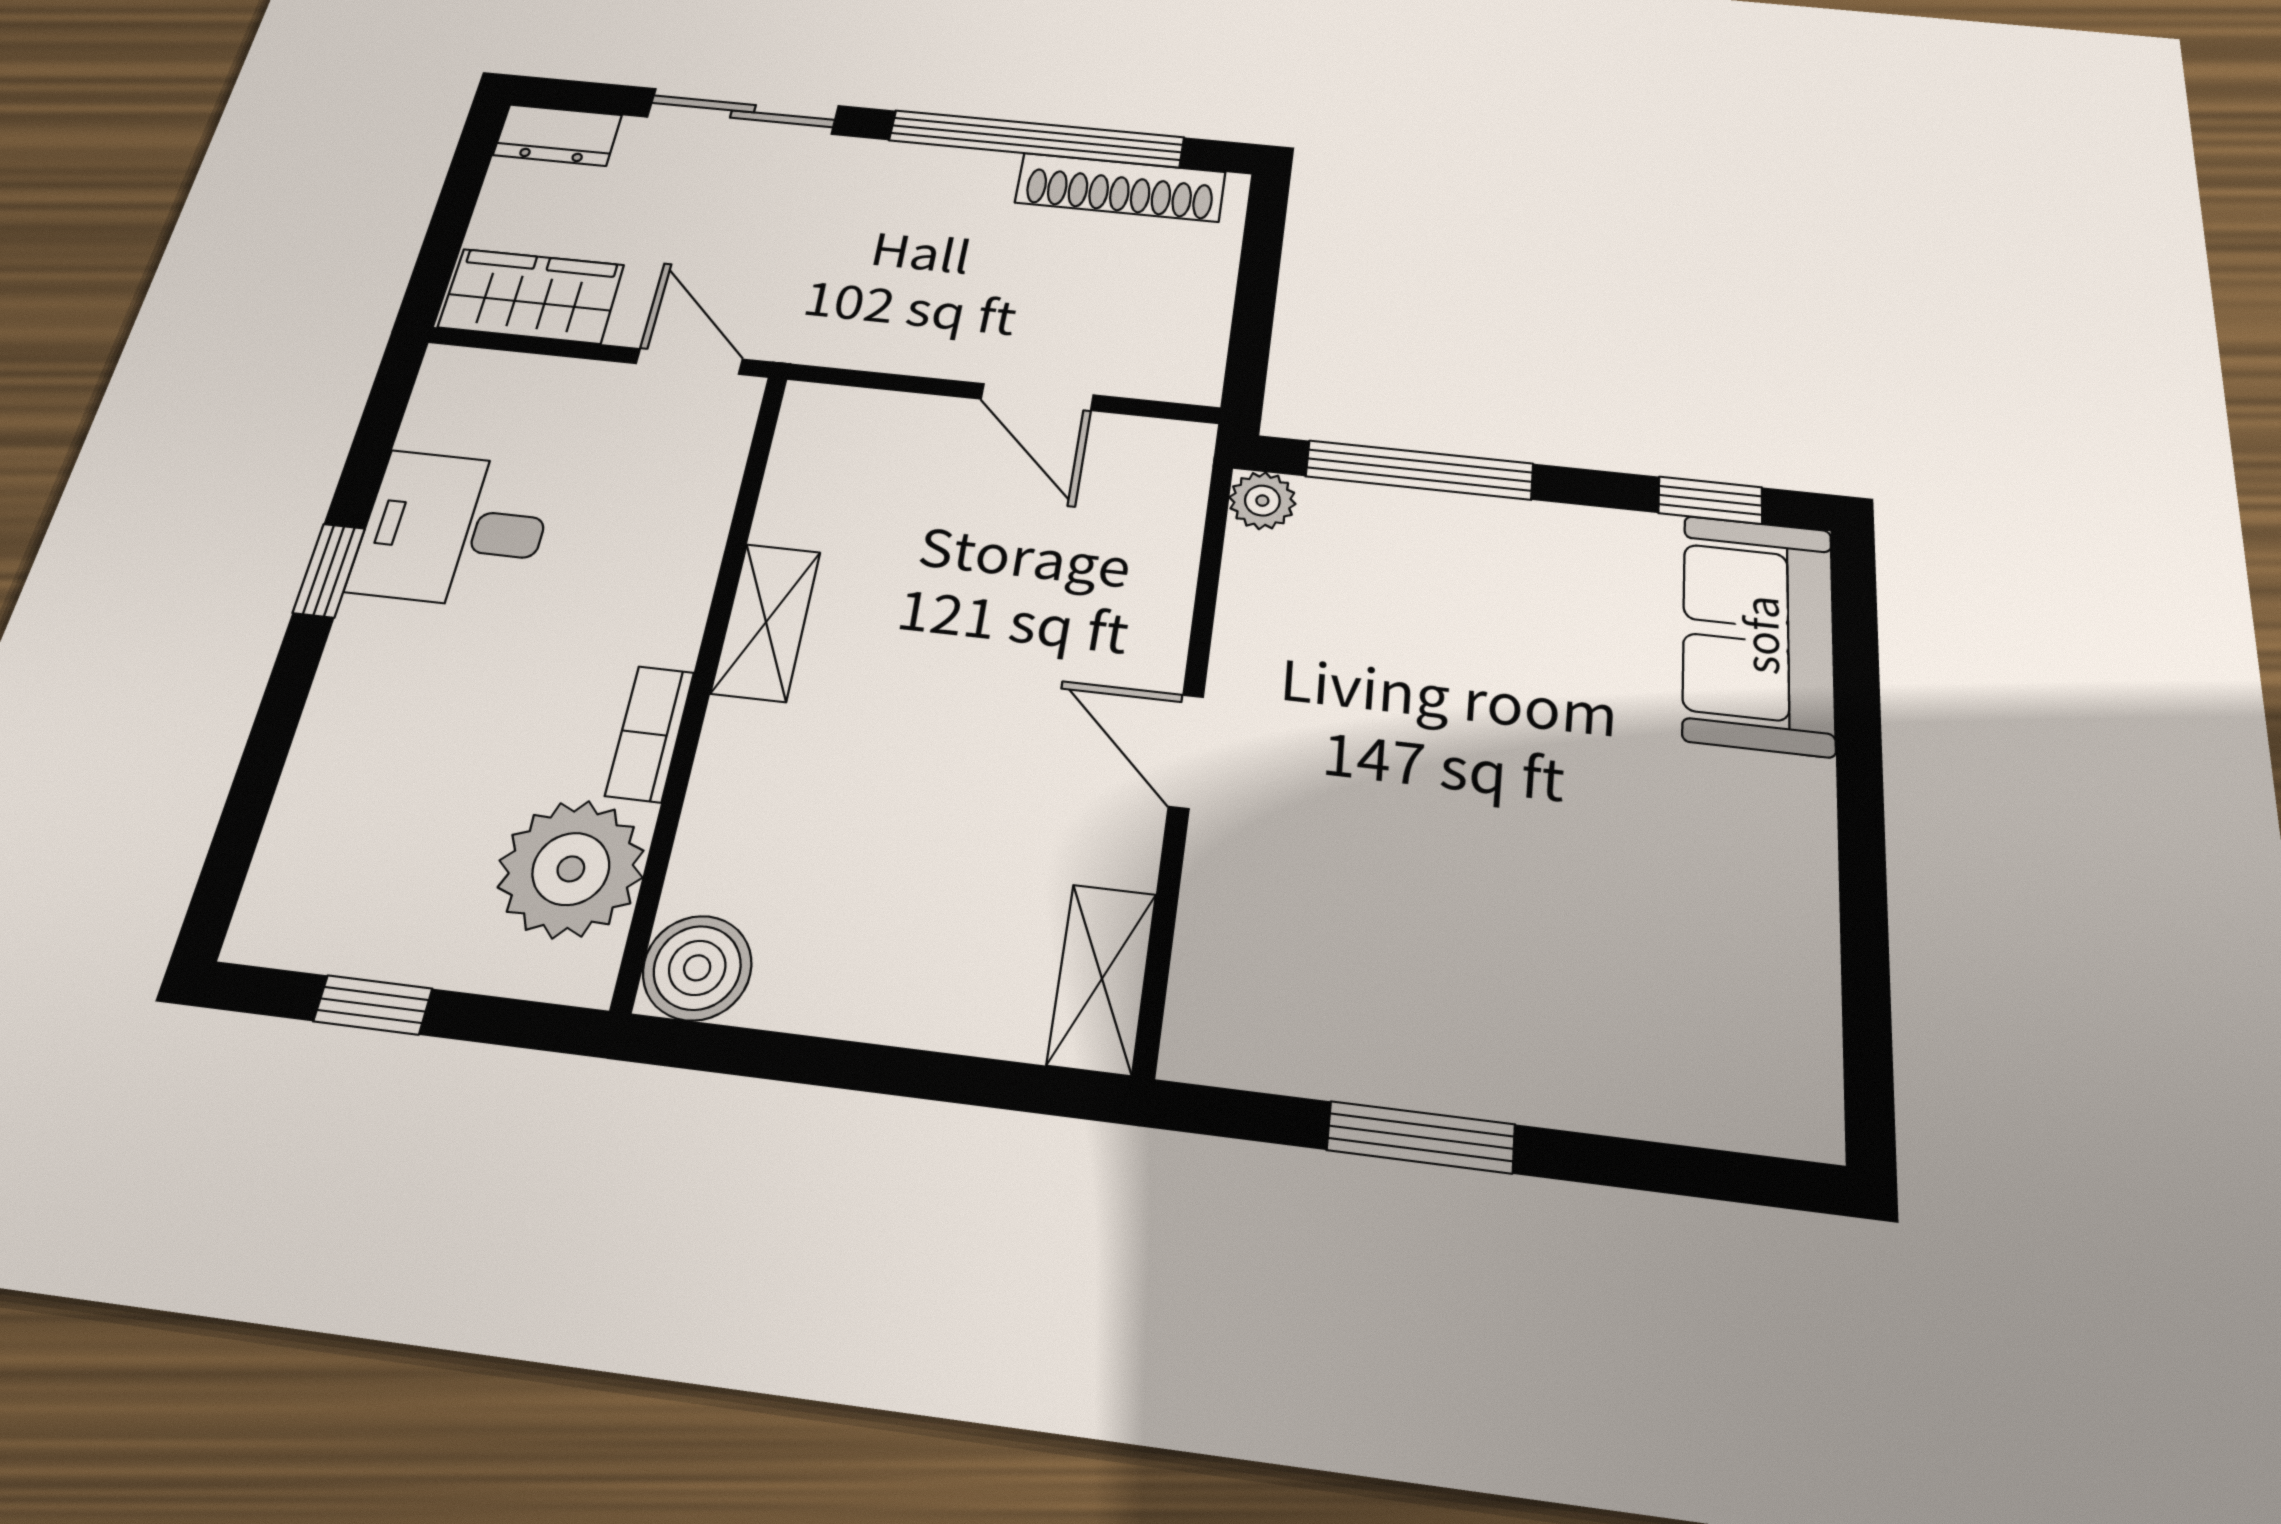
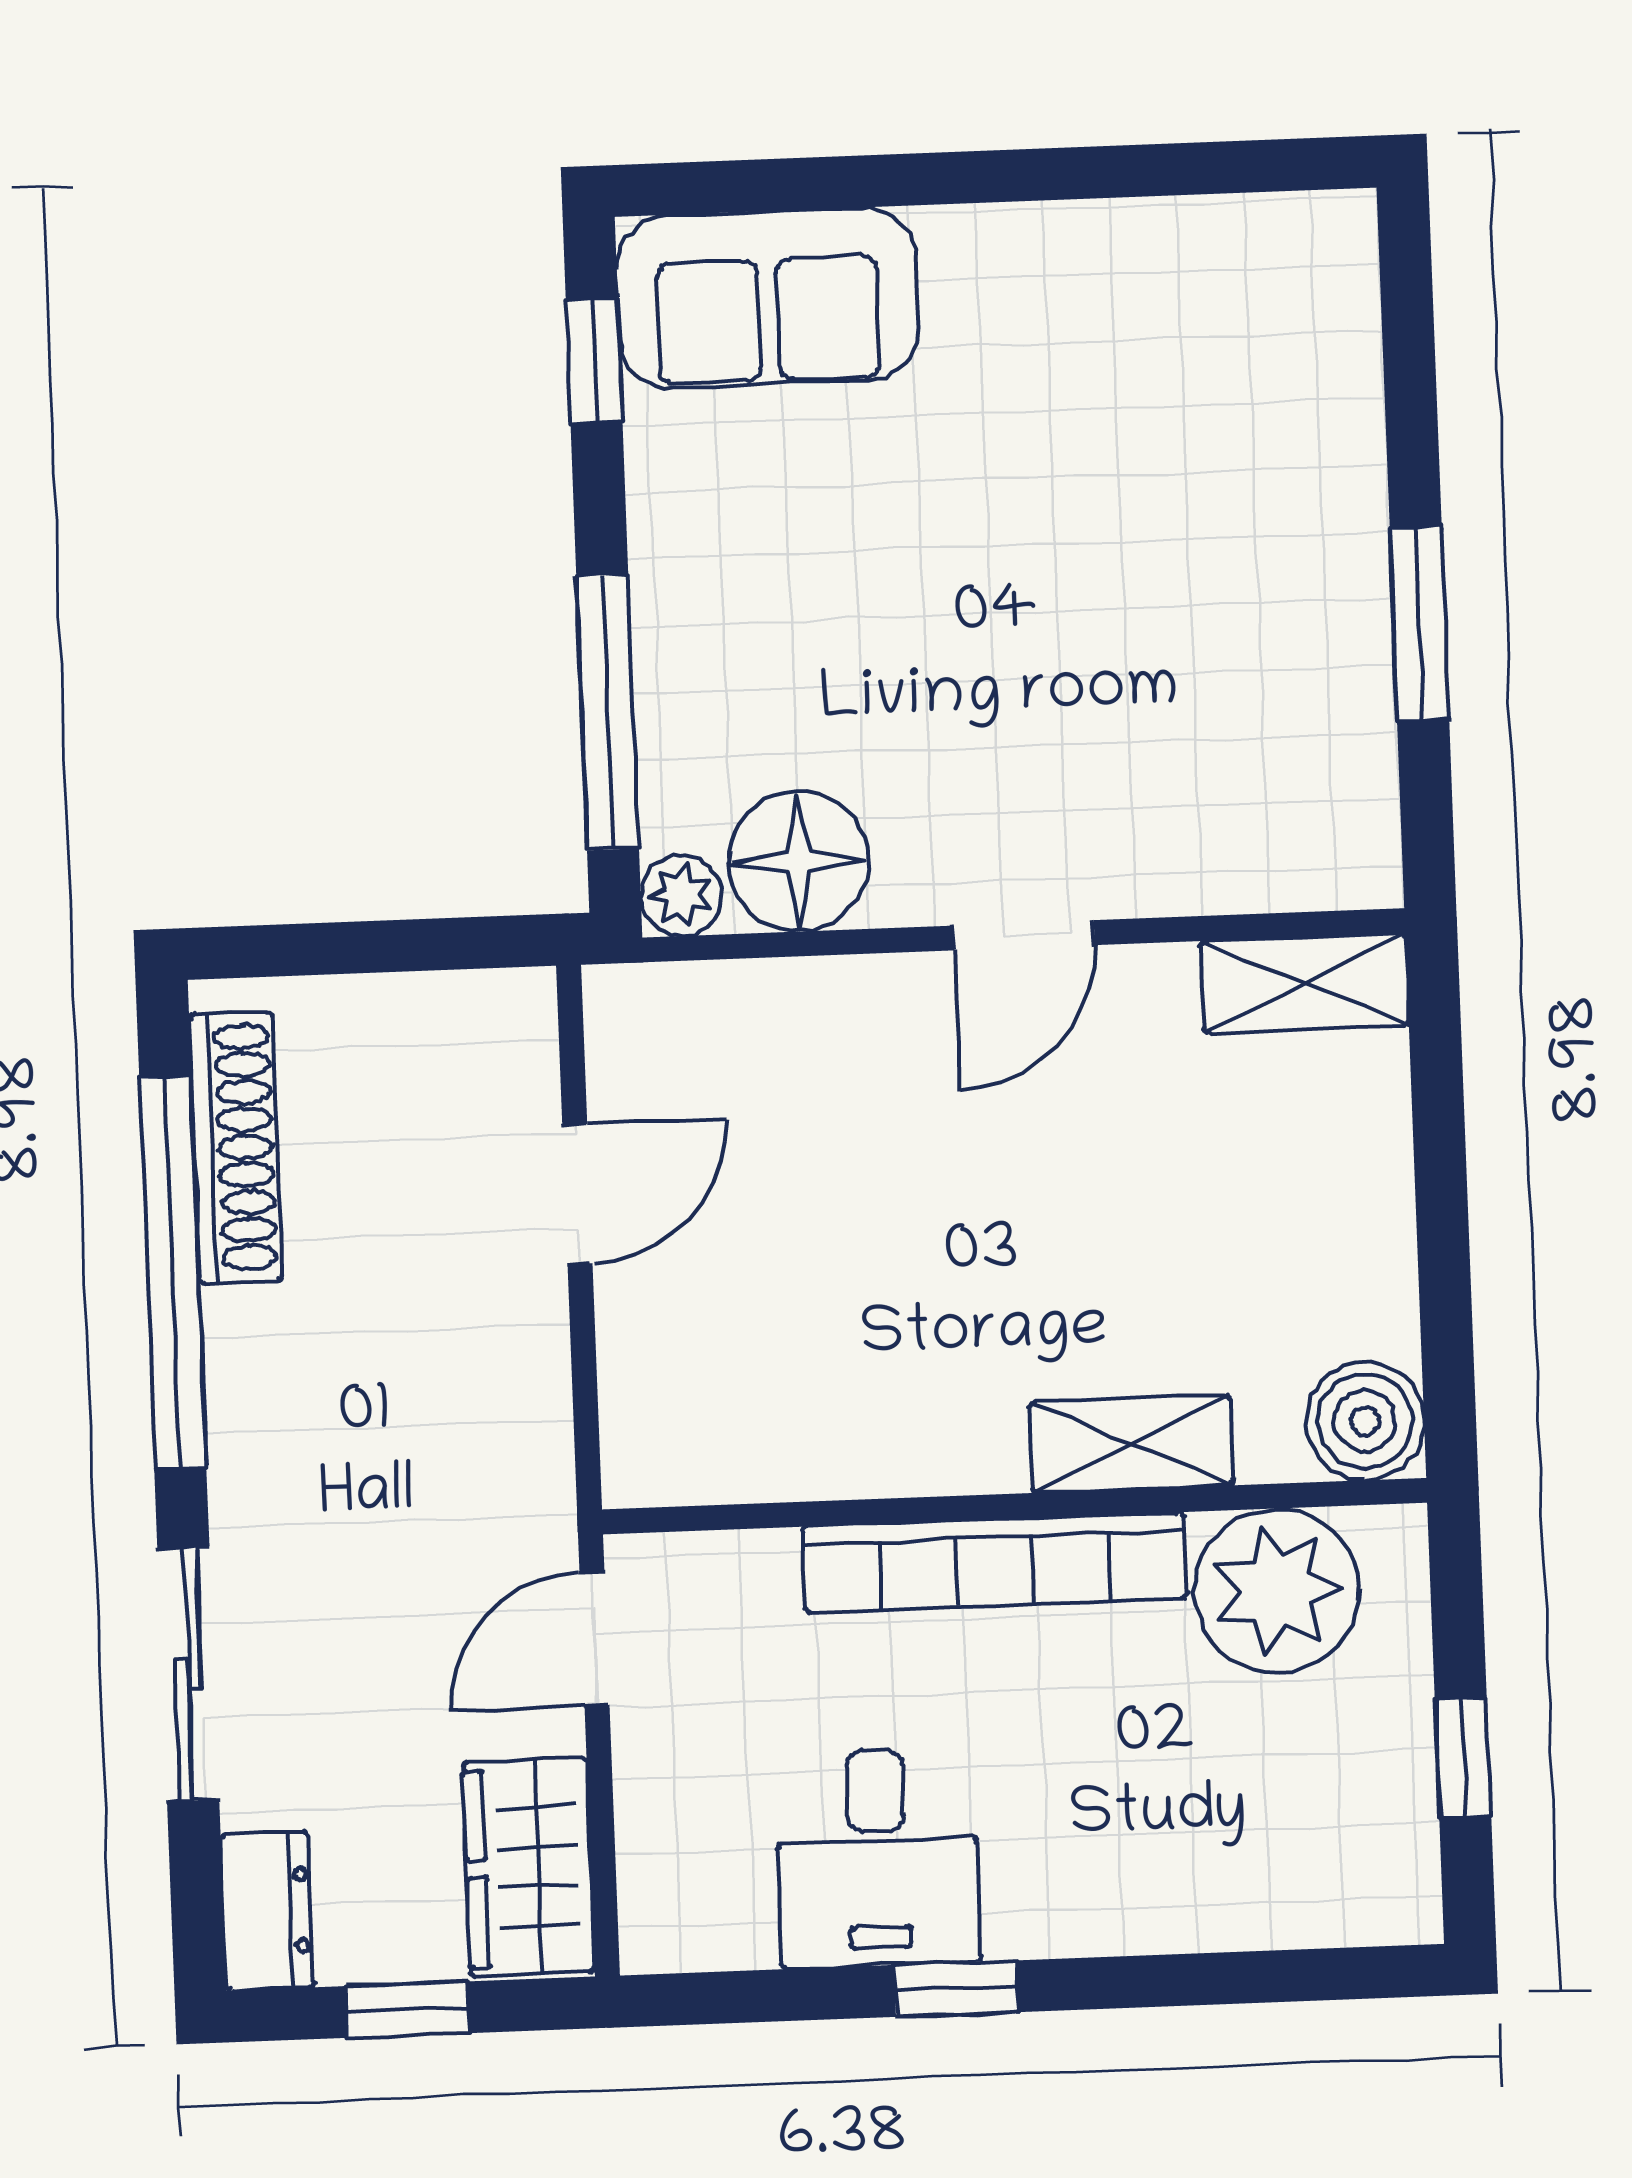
window: (455, 208) -> (408, 2010), added
floor lamp: (1277, 589) -> (799, 861), added
shelving: (766, 622) -> (1131, 1444), moved
bookcase: (650, 734) -> (994, 1563), width x2.31, depth x1.31

